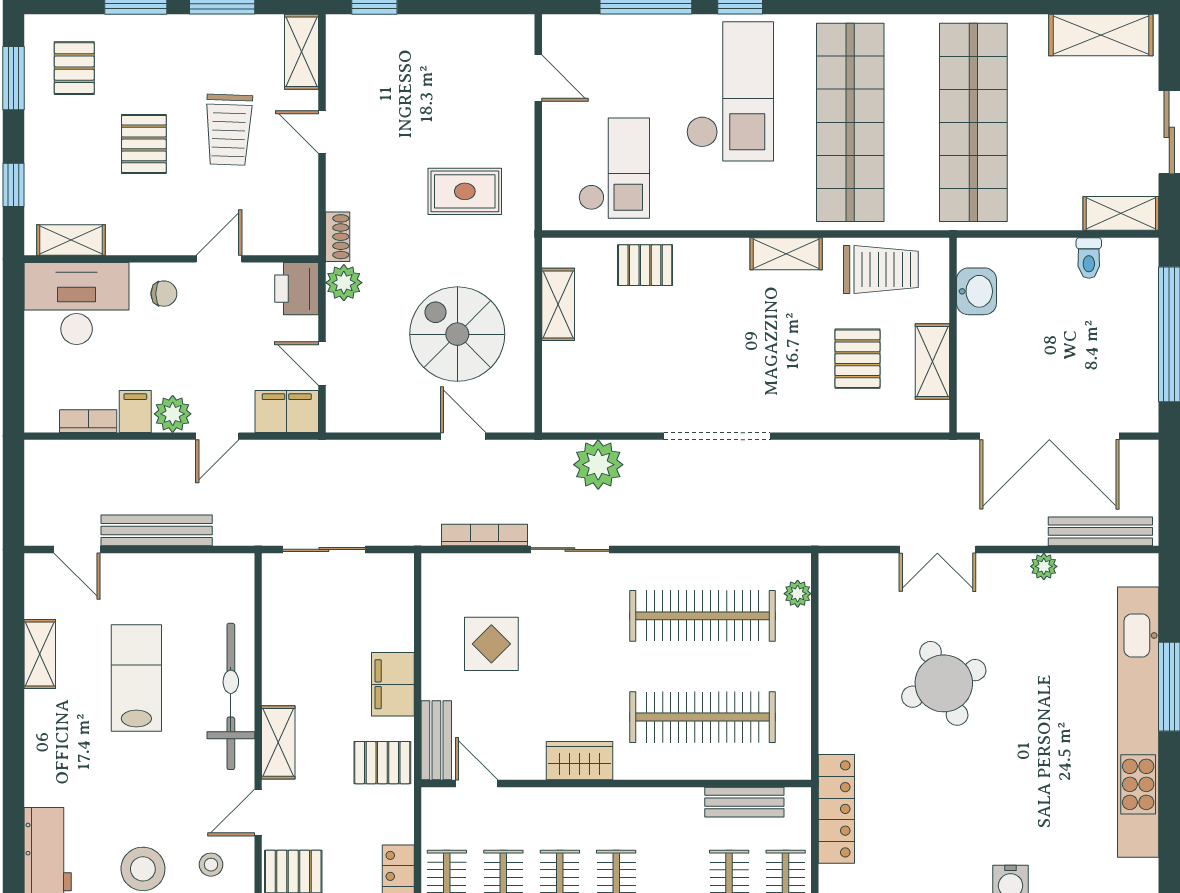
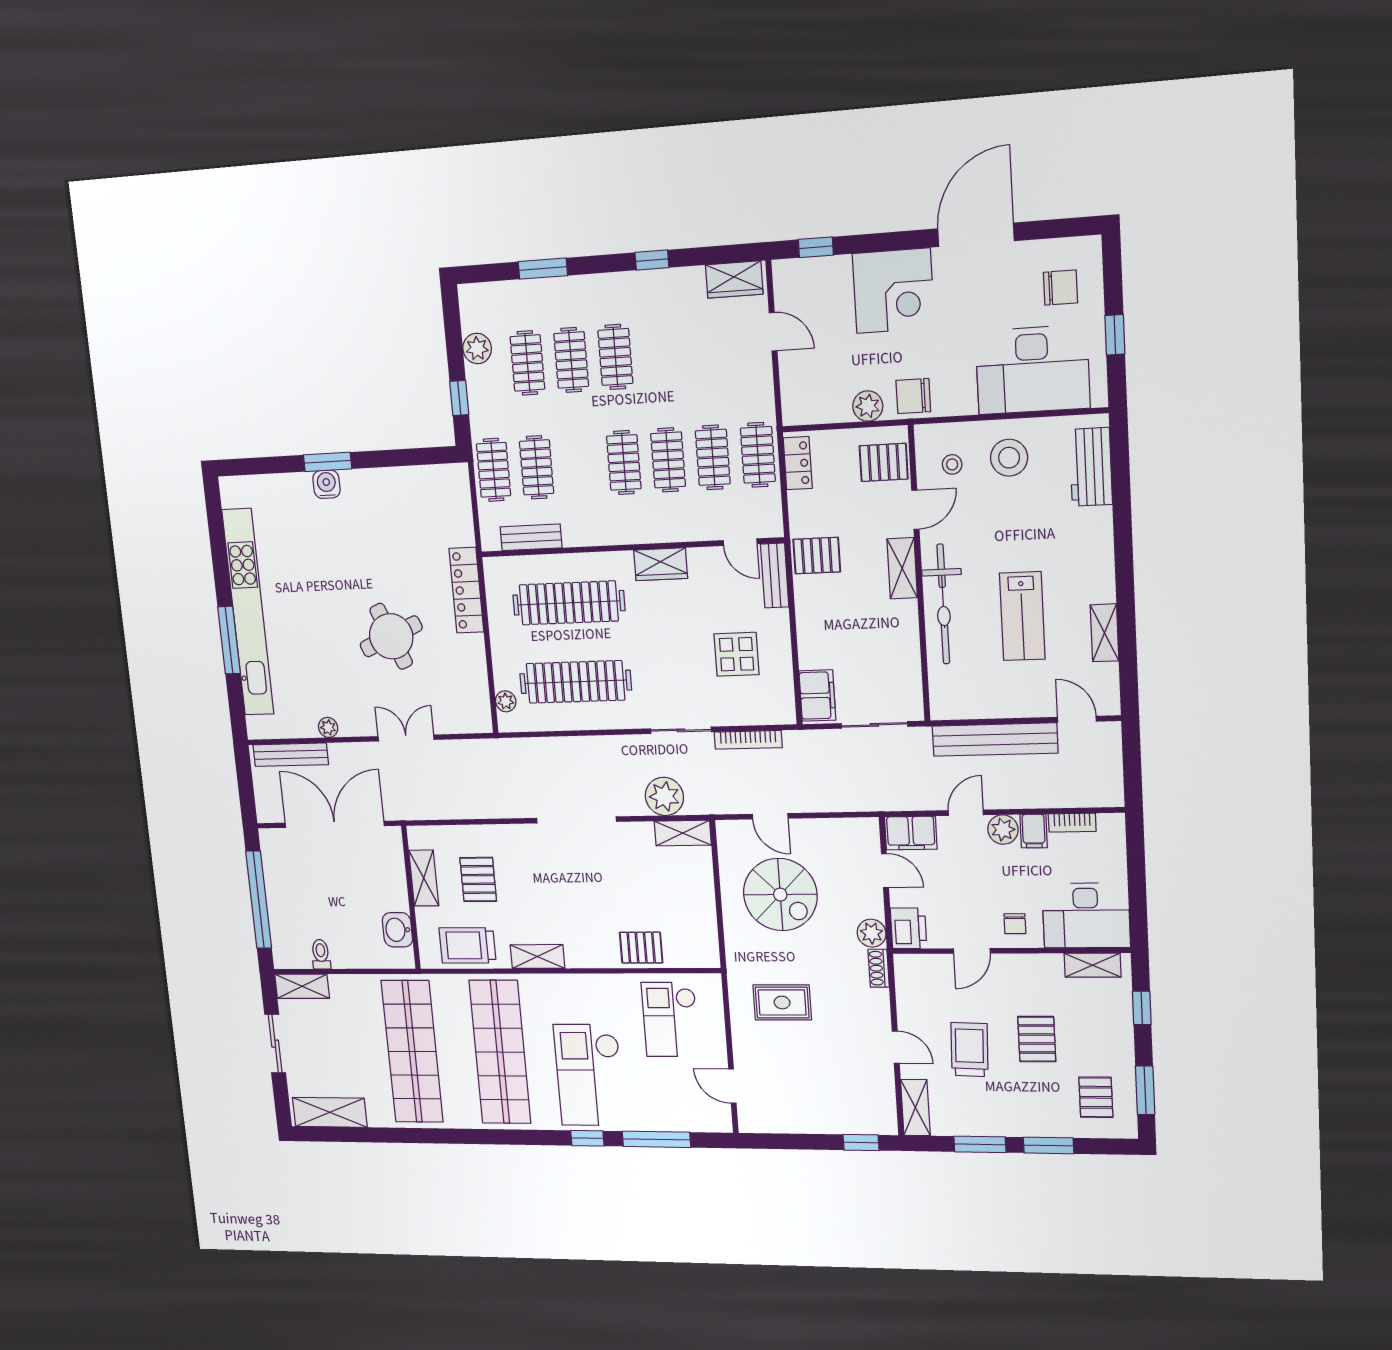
chair: (164, 294) -> (1015, 924), turned -90
shelving: (558, 304) -> (683, 833), moved, turned 90
bench: (157, 530) -> (995, 740), width x1.37, depth x1.21
filing cabinet: (393, 684) -> (817, 696), moved
locker: (836, 809) -> (466, 590), moved

